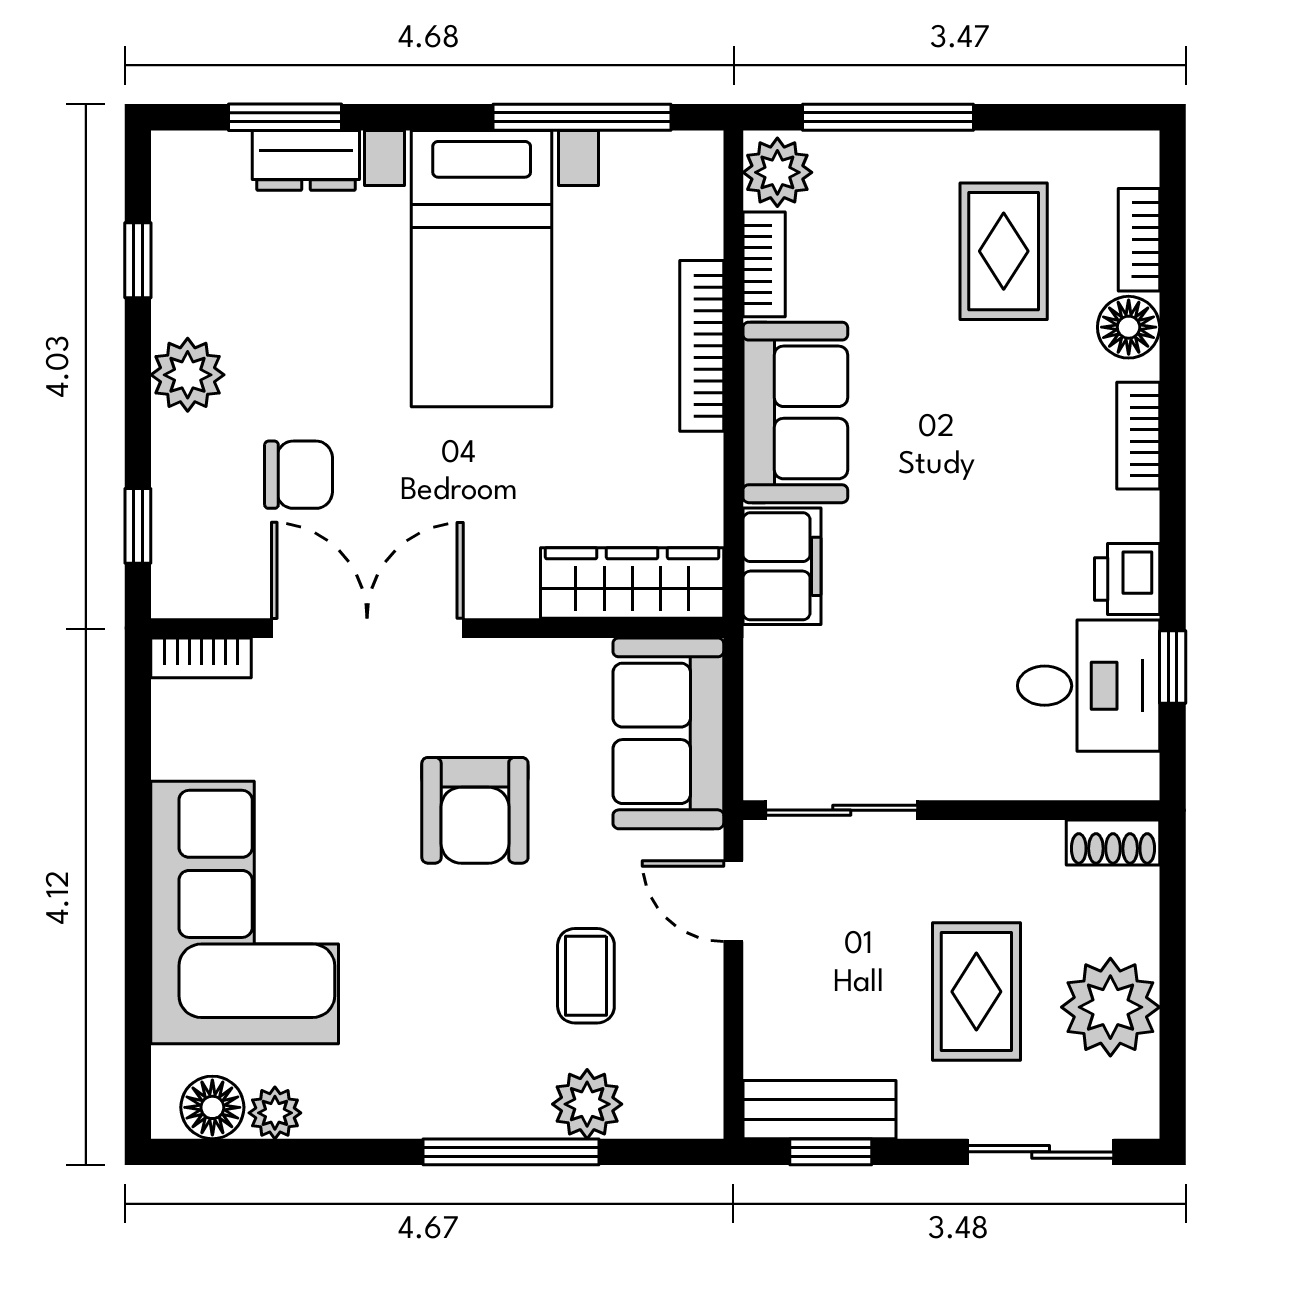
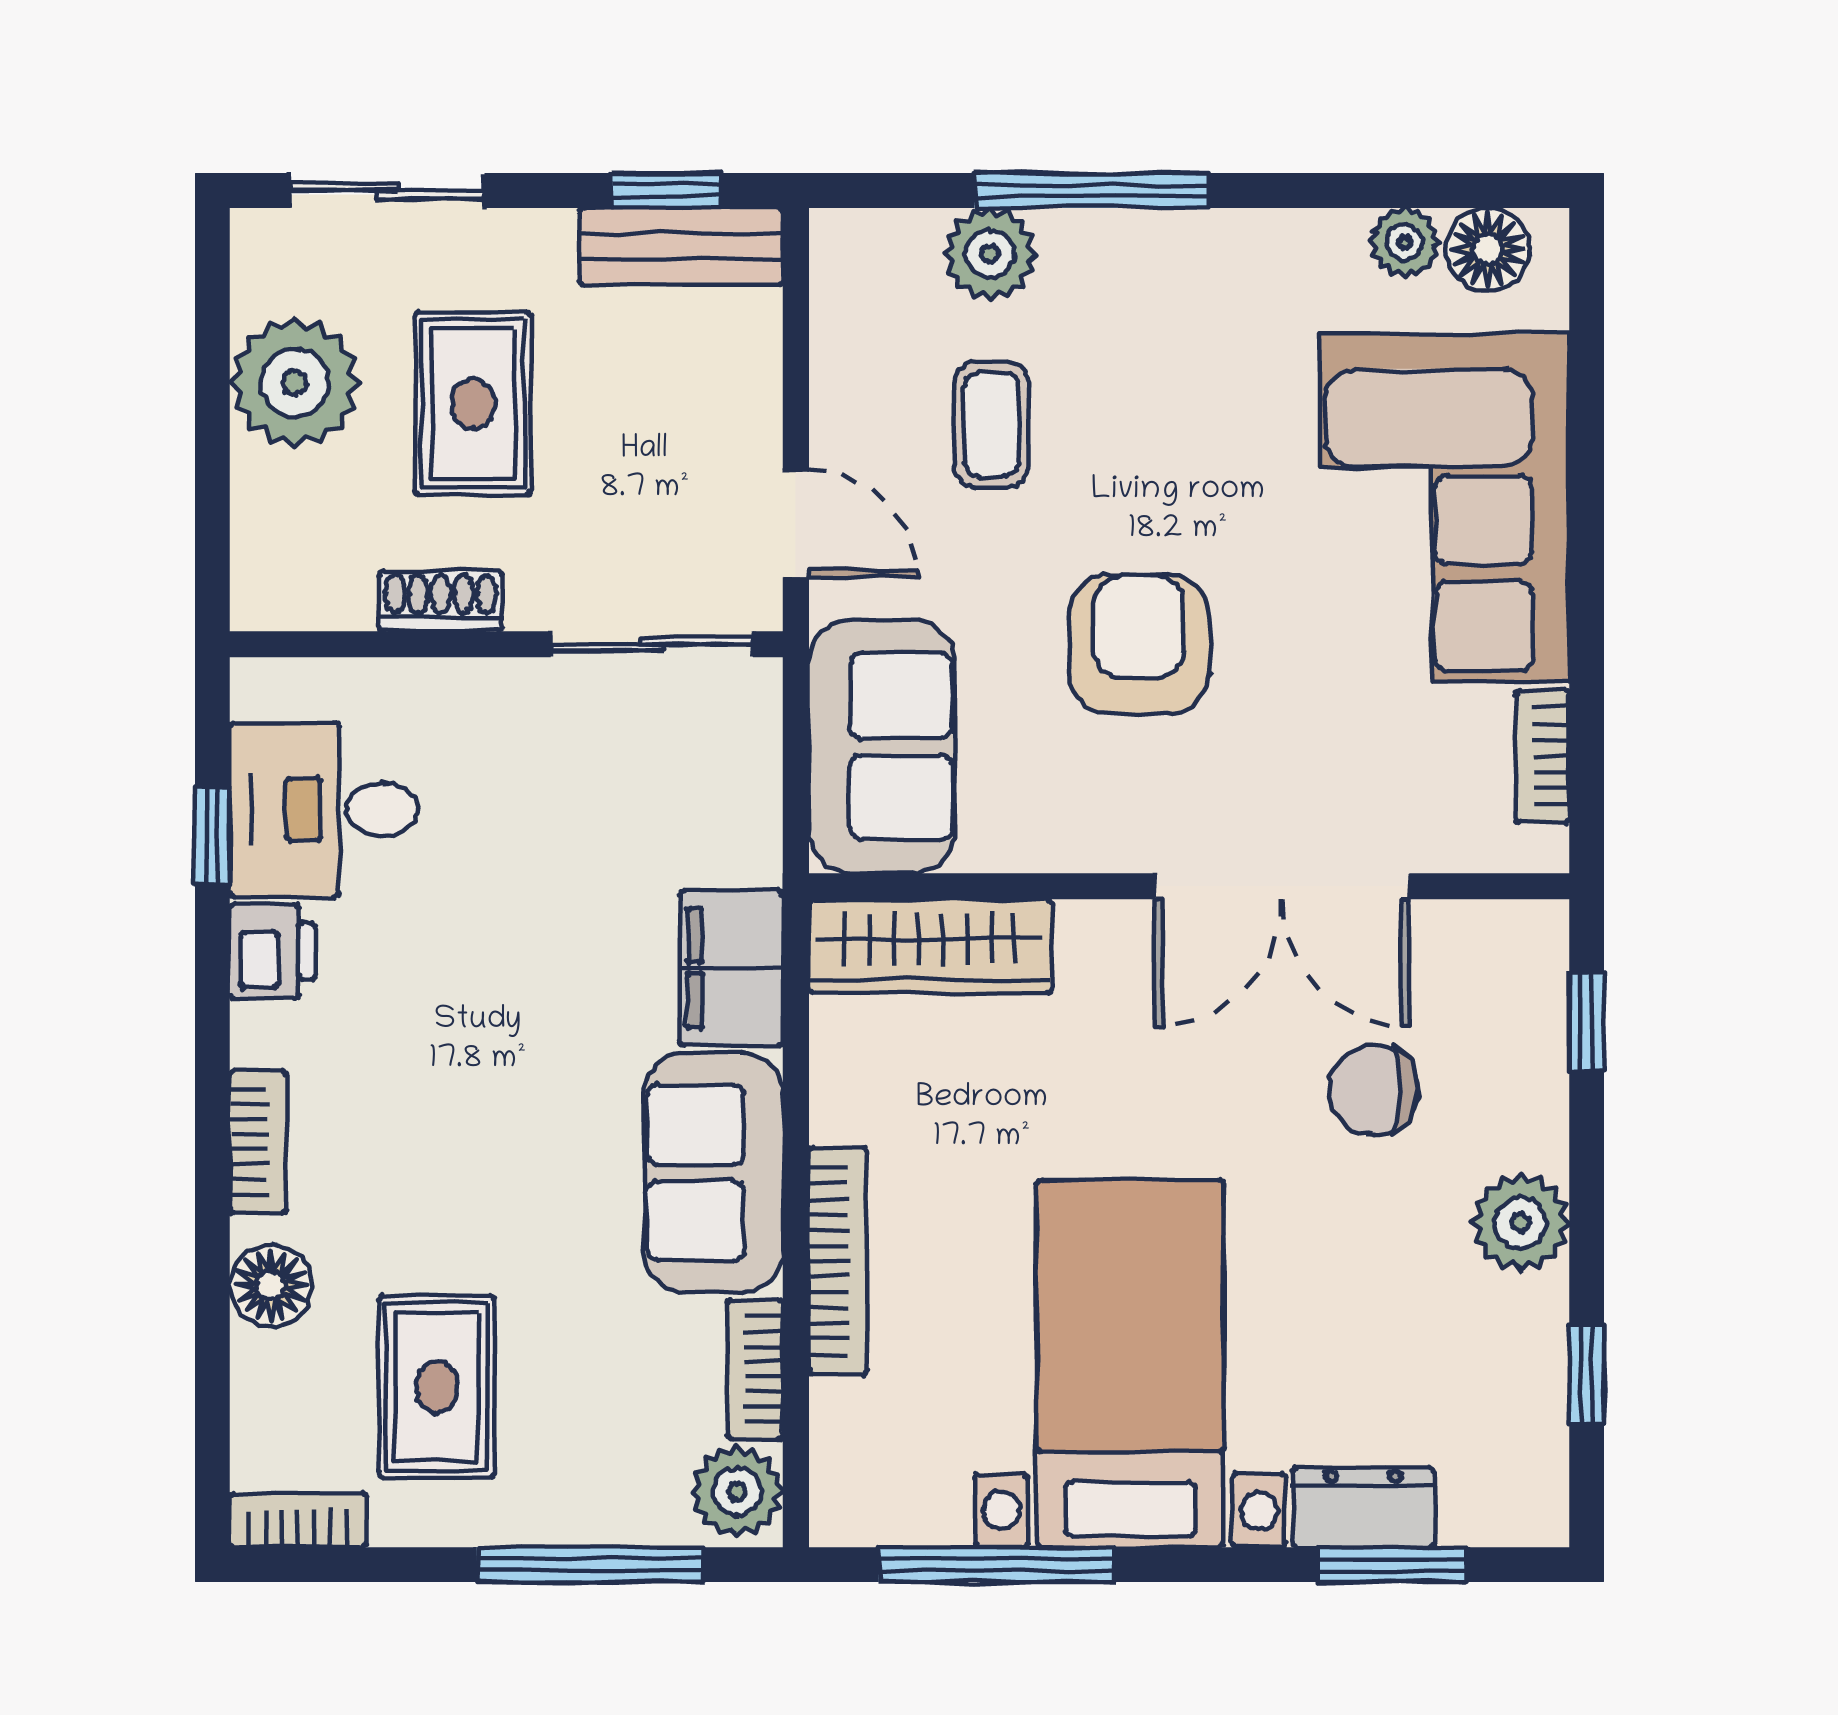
bookcase: (1139, 240) -> (298, 1520), moved, turned -90
bookcase: (201, 658) -> (1543, 756), moved, turned -90
shoe rack: (1113, 843) -> (441, 601), moved

